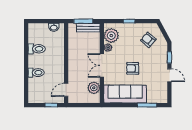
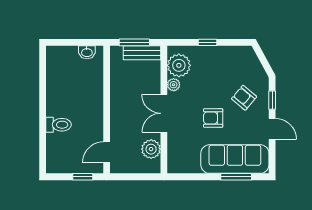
armchair: (148, 40) -> (244, 98), moved
toilet: (37, 49) -> (59, 87), removed
sofa: (125, 94) -> (235, 159), moved

